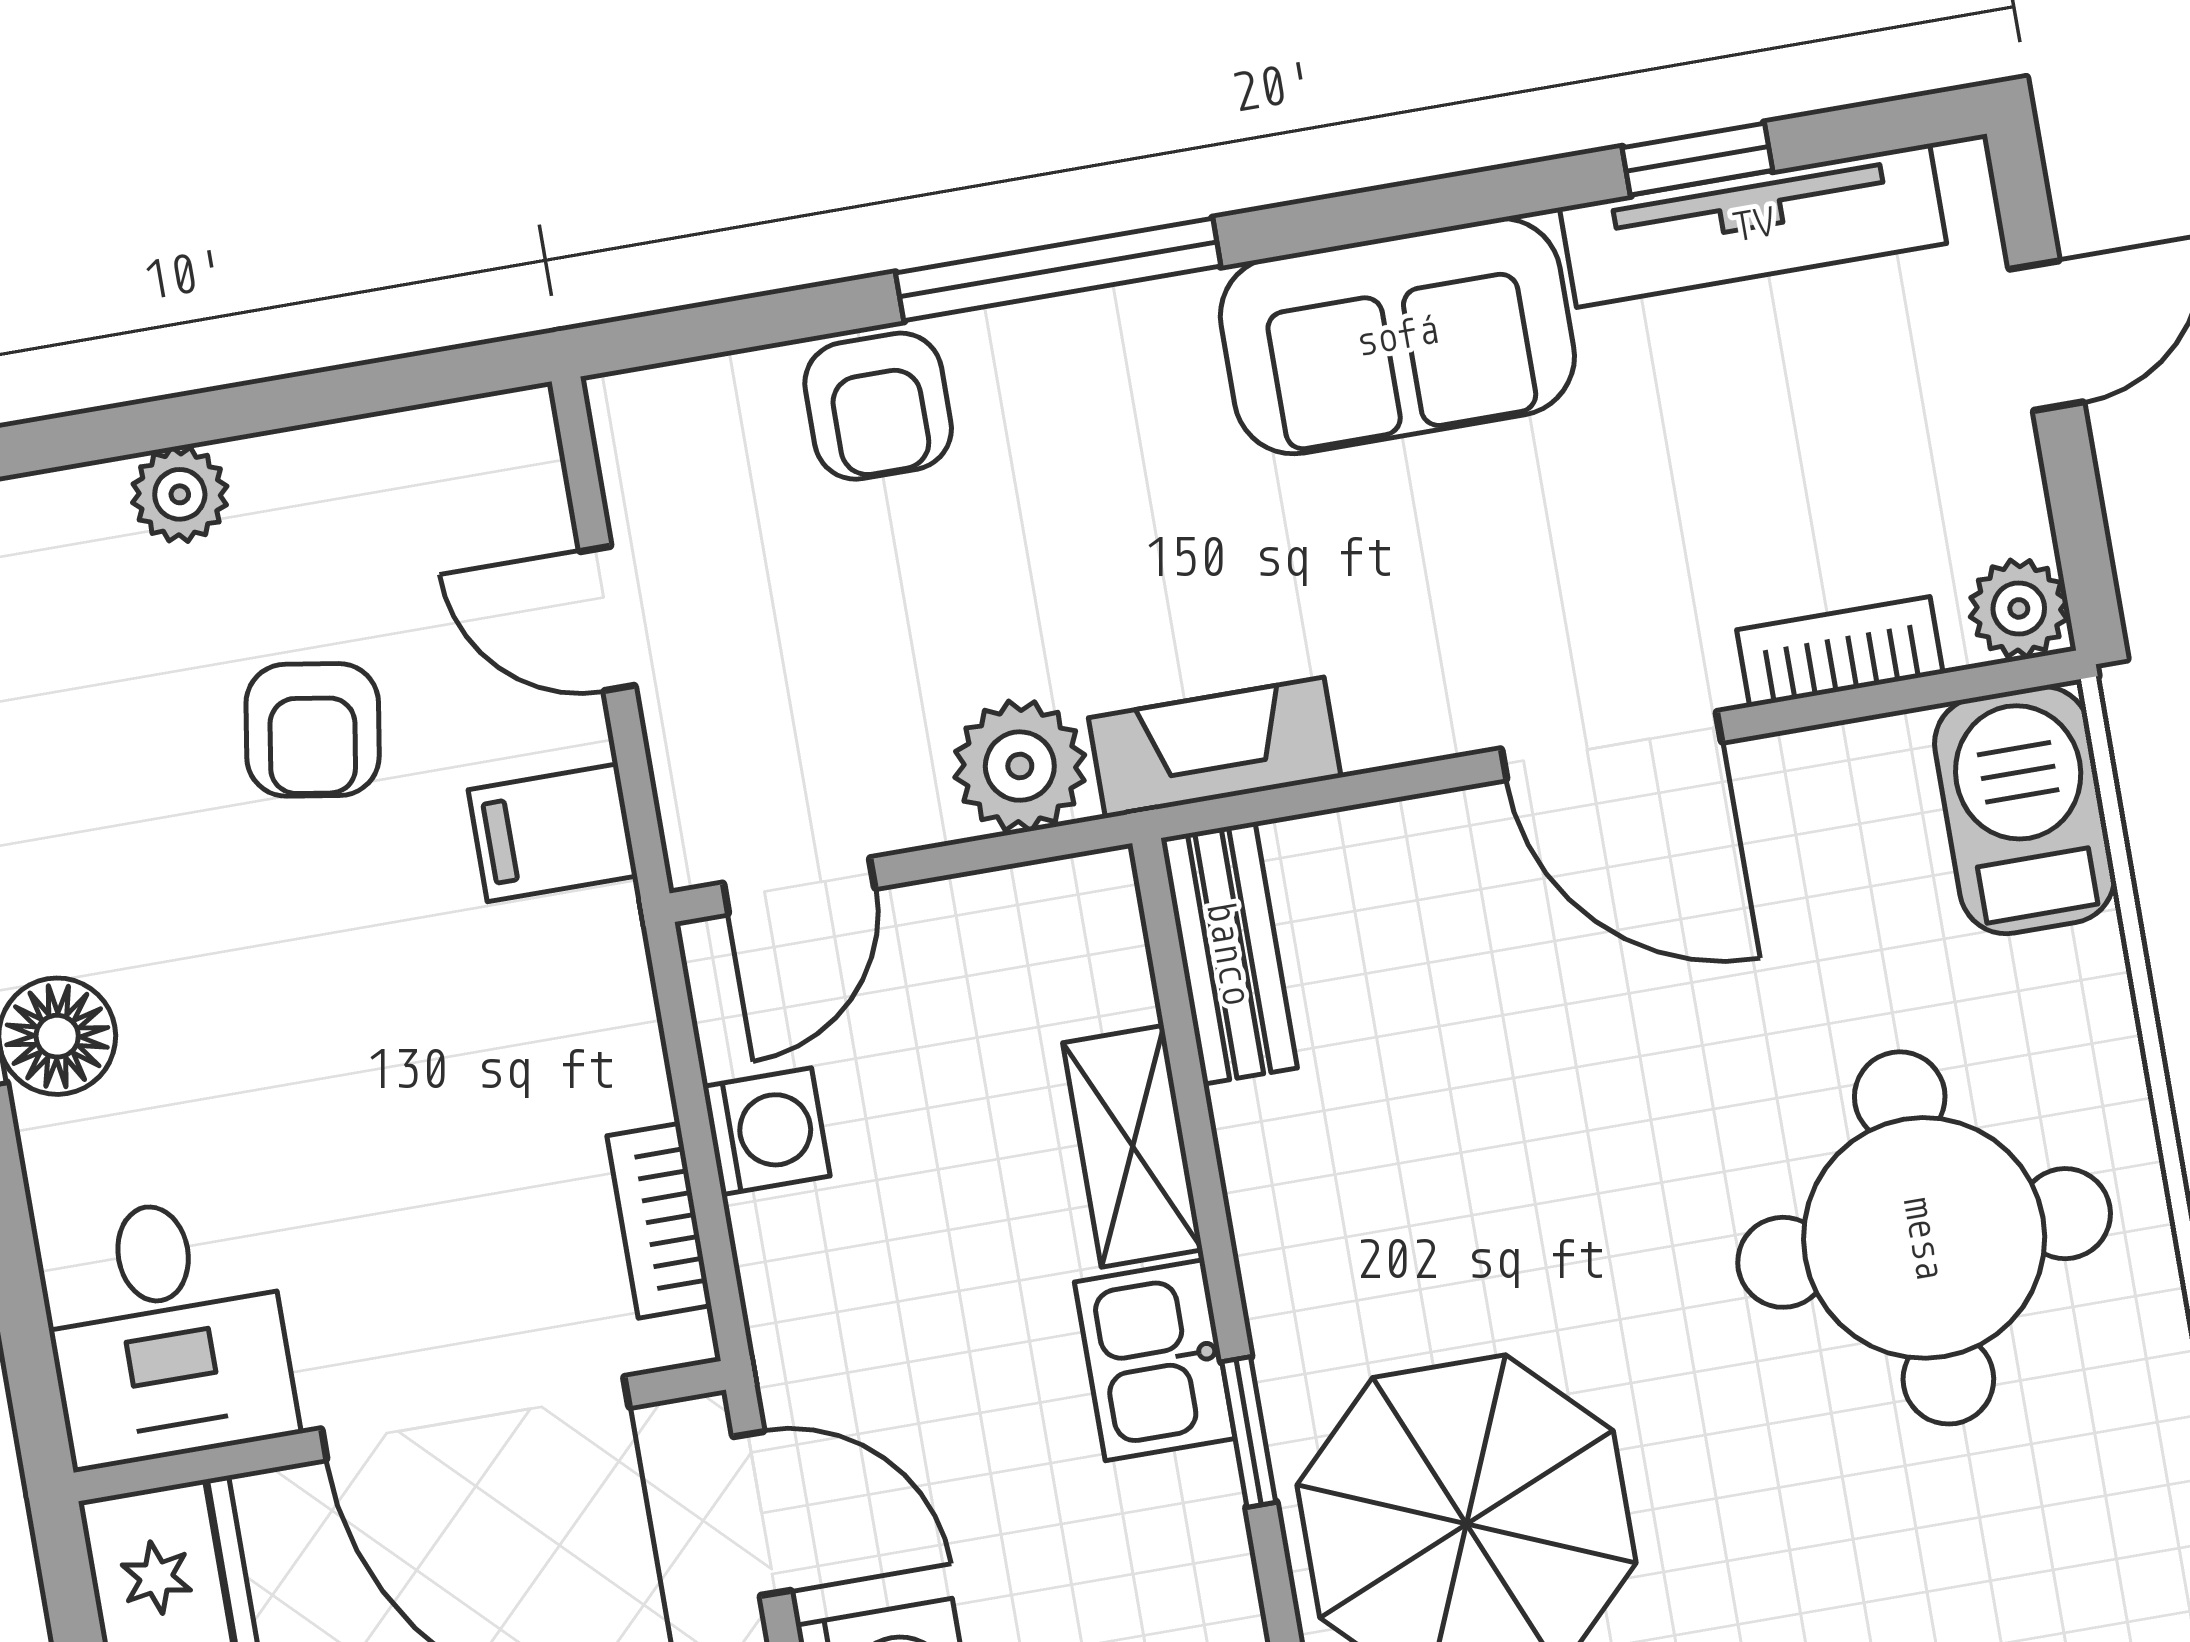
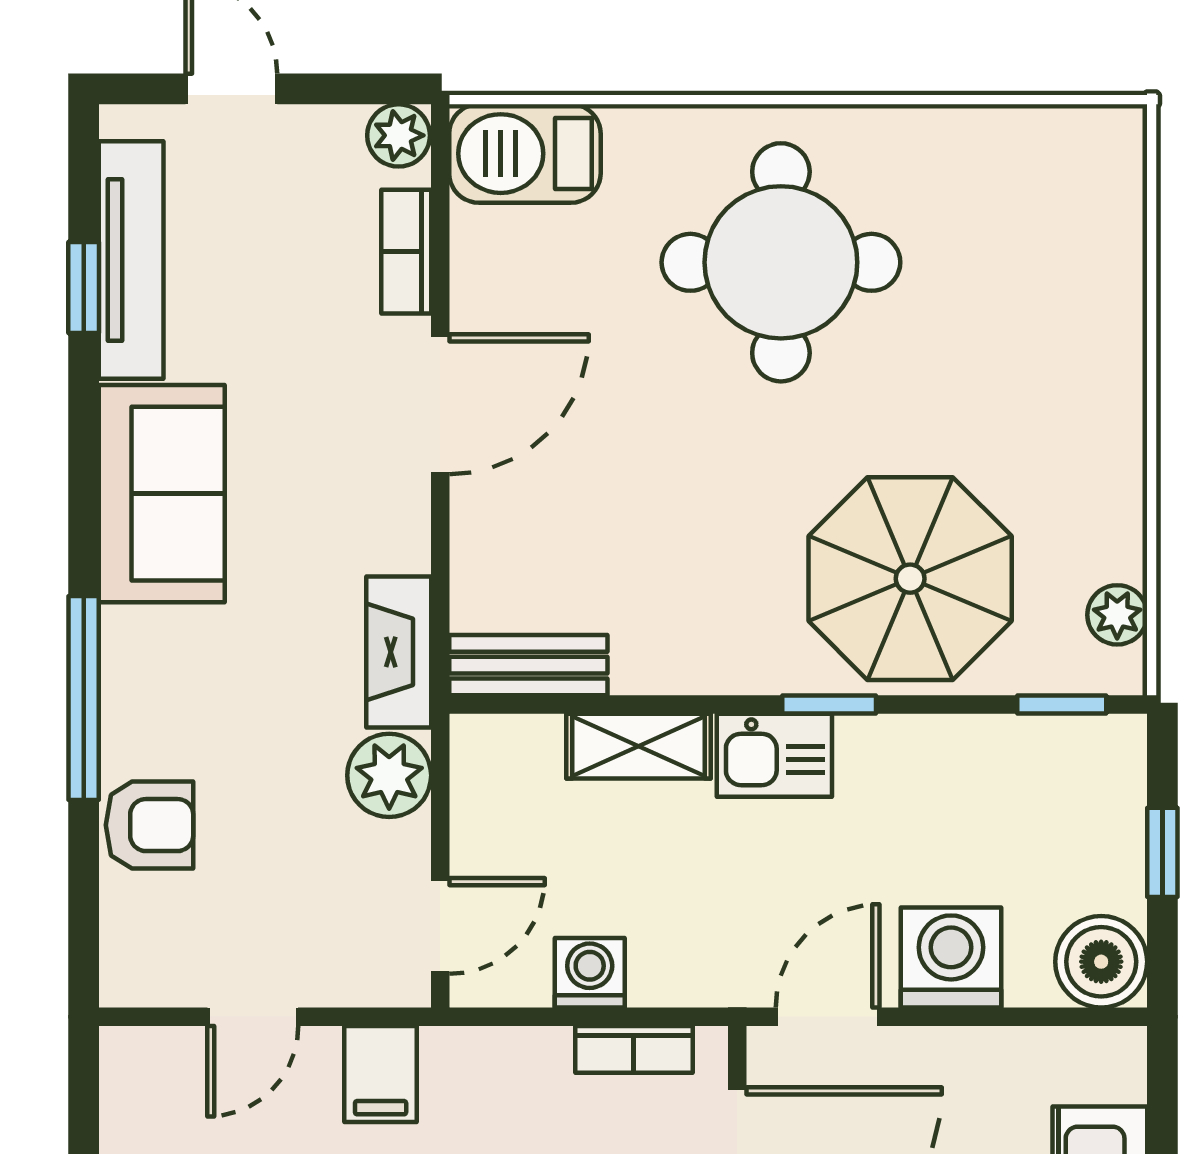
door: (799, 886) -> (440, 926), hinge flipped

